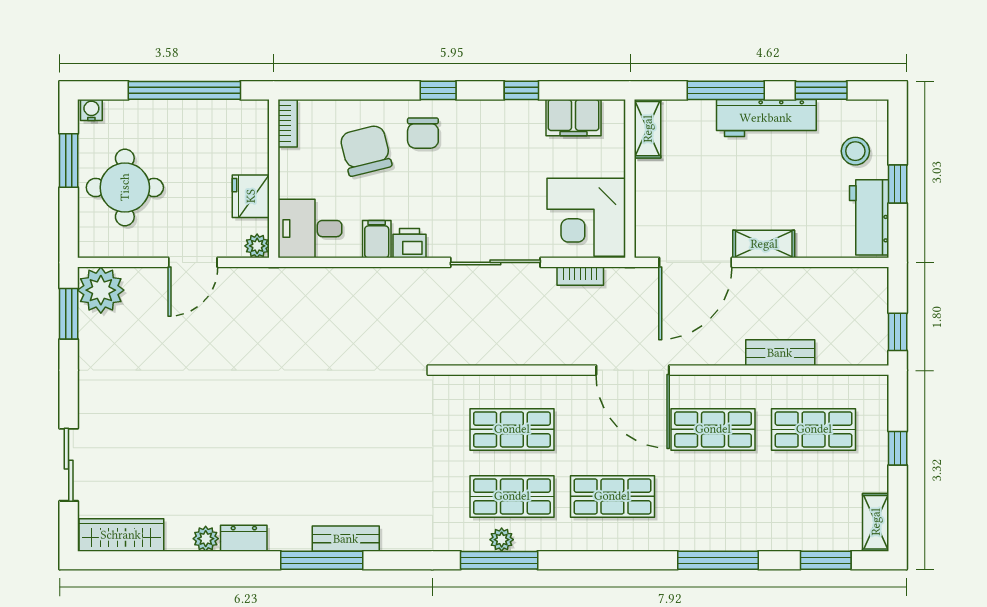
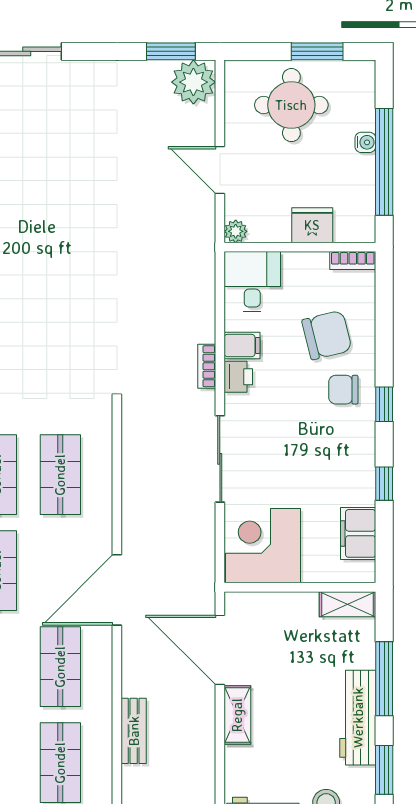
water cooler: (91, 110) -> (365, 142), moved
fridge: (251, 196) -> (312, 225), moved
bookcase: (580, 276) -> (207, 366), moved

